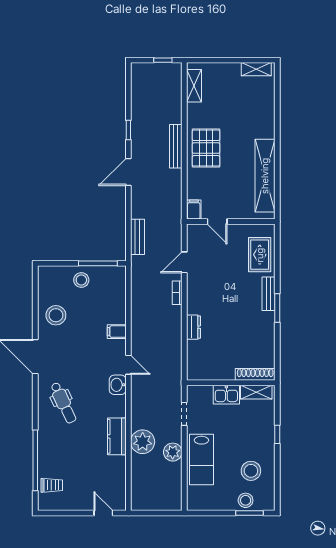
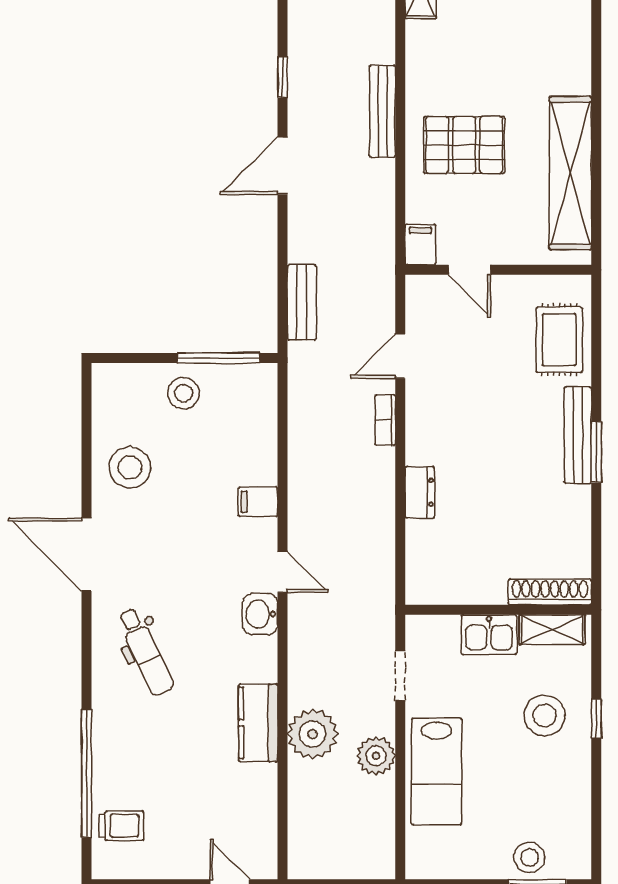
pallet: (206, 148) -> (464, 145), moved, turned 90
bench: (269, 294) -> (578, 435), width x1.36
stool: (251, 471) -> (545, 715), moved

